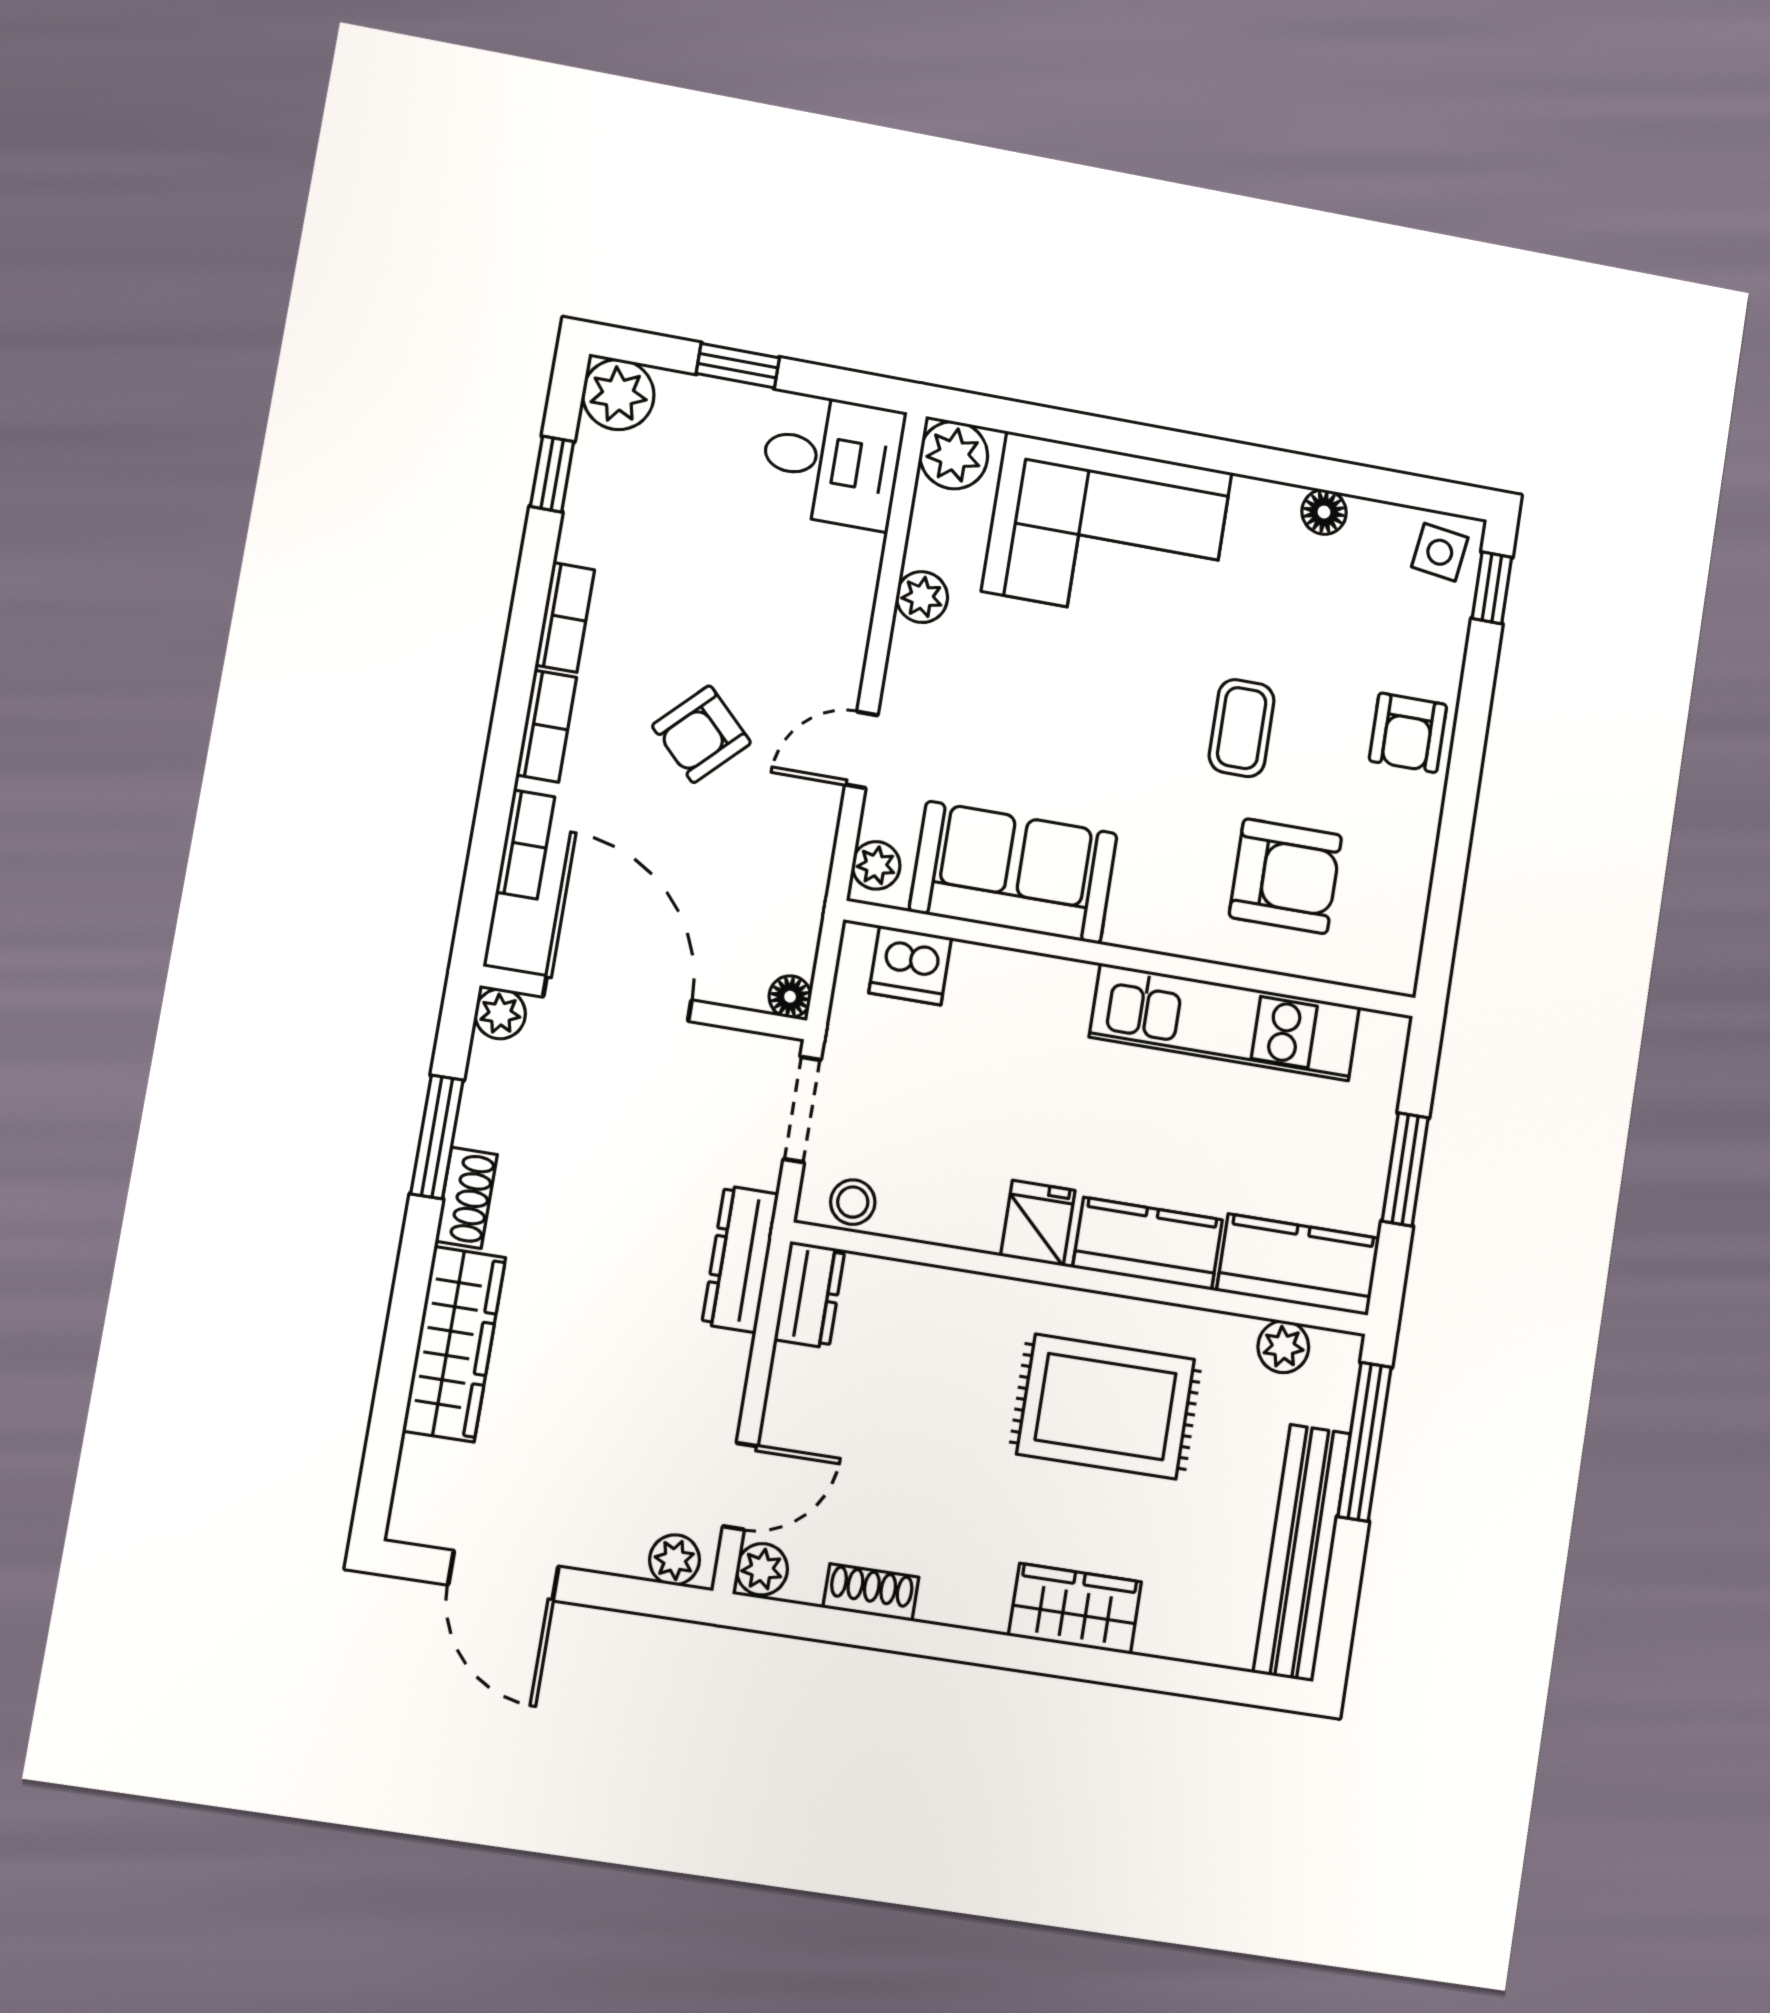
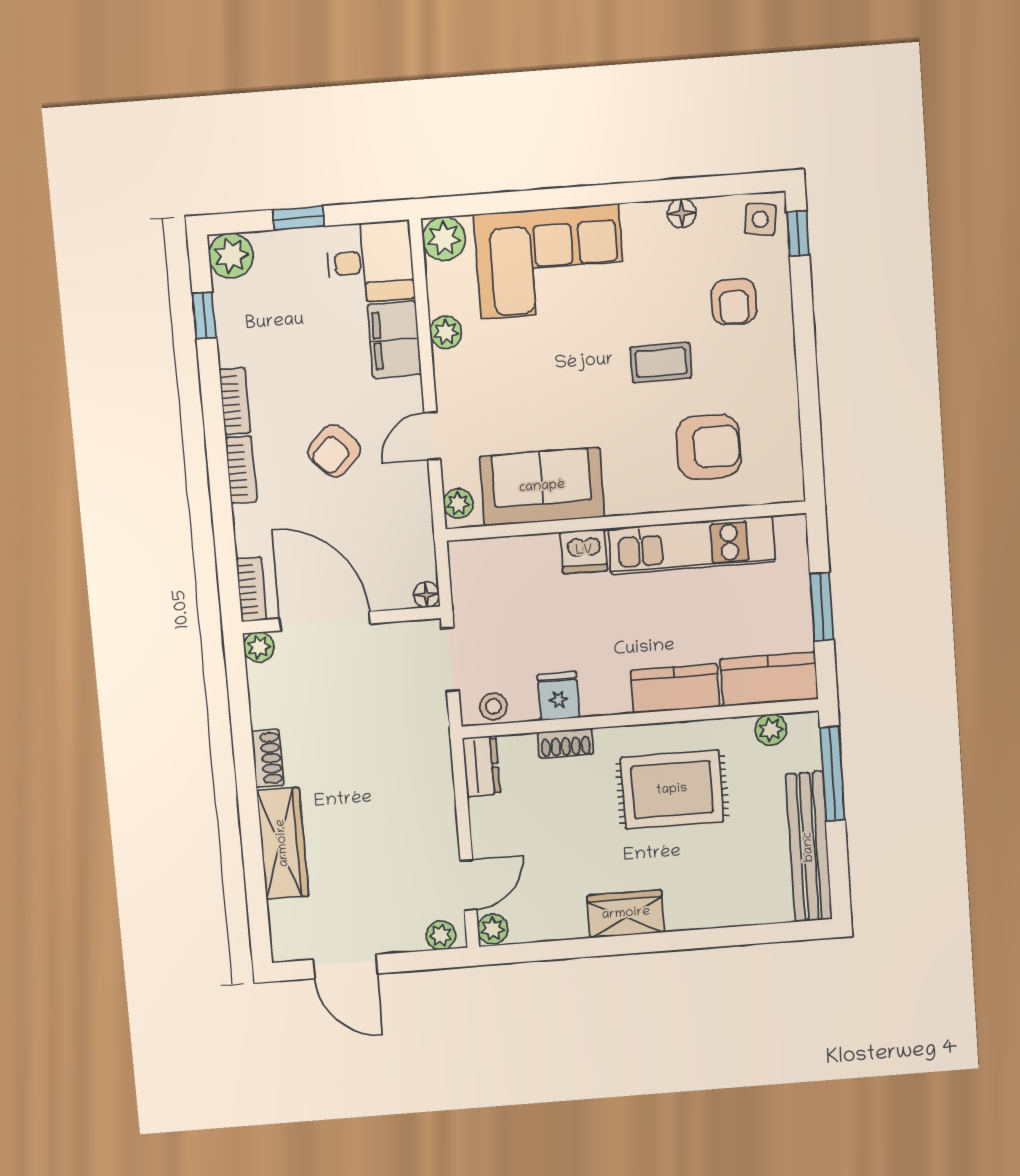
filing cabinet: (839, 588) -> (394, 340), added
coffee table: (1242, 728) -> (661, 362), turned 90
armchair: (1408, 733) -> (734, 302), moved
bookcase: (525, 844) -> (251, 589), moved
dishwasher: (910, 965) -> (584, 551), moved
window: (437, 1137) -> (241, 728), removed
fridge: (1038, 1223) -> (558, 696), moved
dresser: (740, 1259) -> (436, 755), removed
shoe rack: (871, 1592) -> (566, 743), moved, turned 180
wardrobe: (1075, 1609) -> (626, 914), moved

